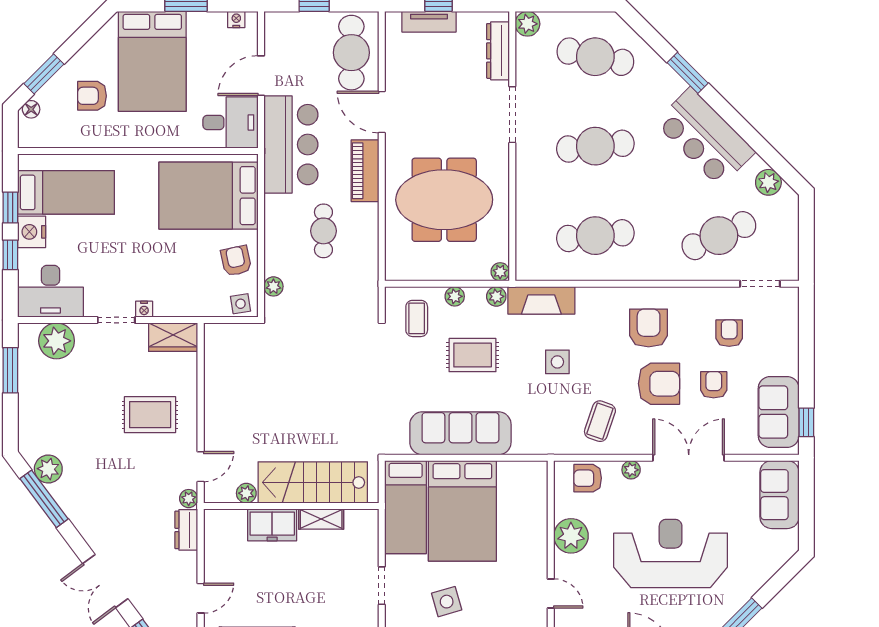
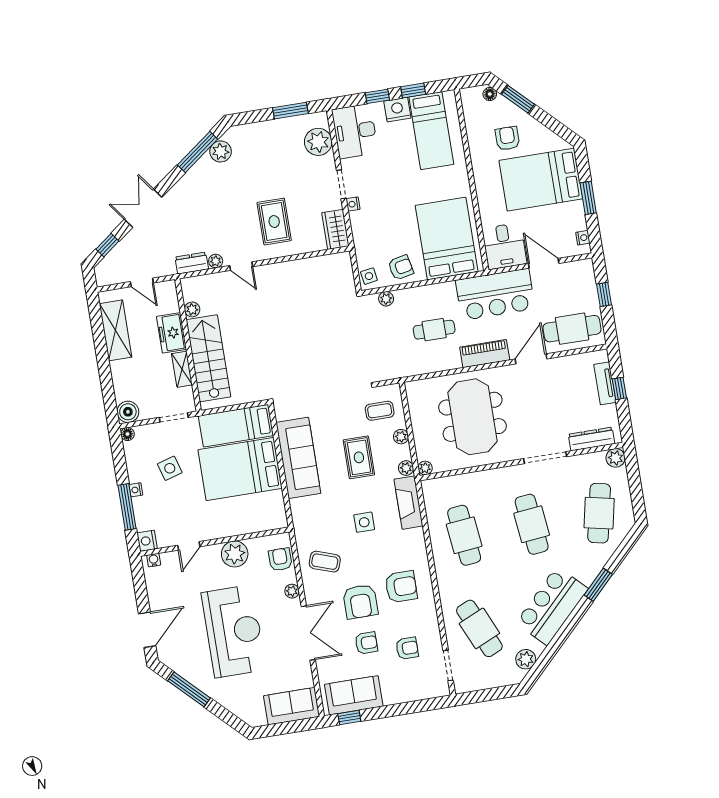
stairs: (313, 482) -> (208, 358), moved
plant: (246, 493) -> (192, 309), moved
wall: (291, 506) -> (188, 345), moved
shelving: (321, 519) -> (182, 369), moved
freezer: (272, 525) -> (171, 333), moved

